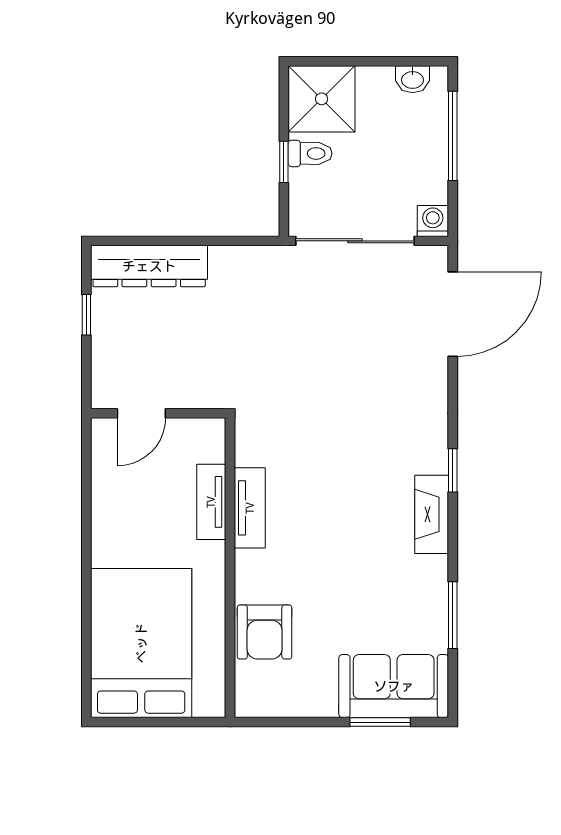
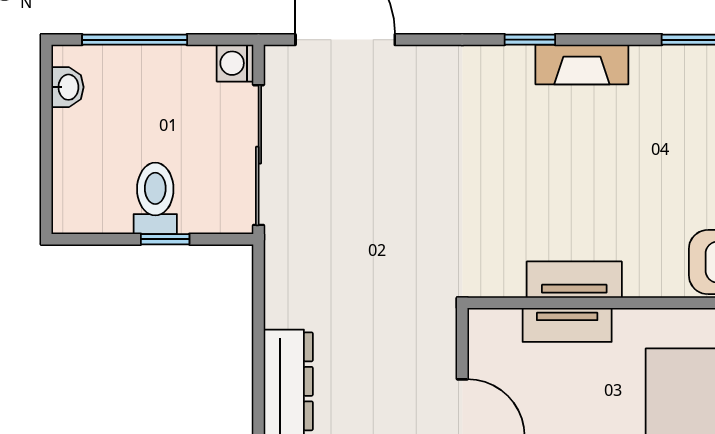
shower: (322, 99) -> (91, 195), removed
toilet: (310, 153) -> (155, 198), width x1.37, depth x1.39

